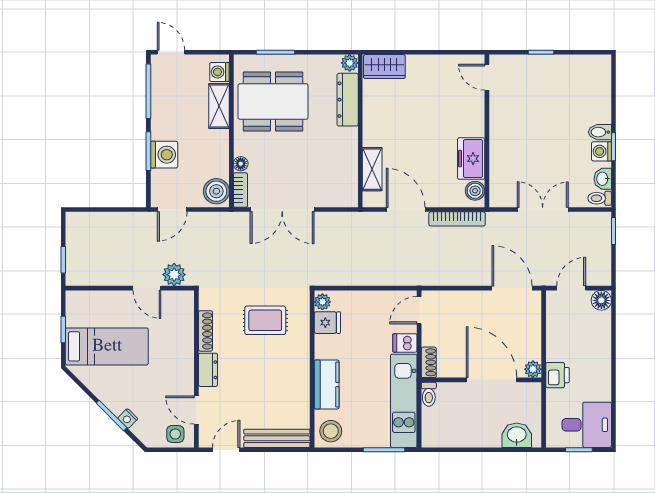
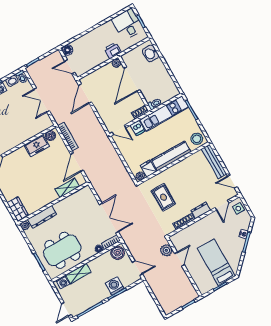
dining table: (273, 102) -> (62, 250), turned 90
kitchen counter: (327, 384) -> (171, 156), width x1.50

